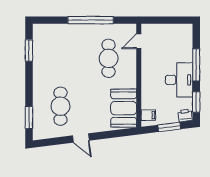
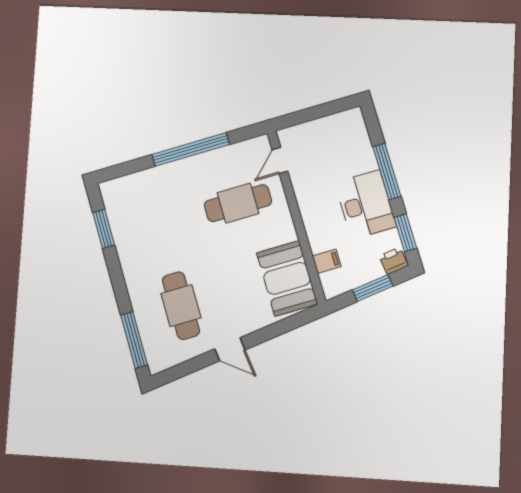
cafe table: (109, 58) -> (238, 203), turned 90
filing cabinet: (148, 115) -> (327, 261), moved
window: (29, 118) -> (134, 340), width x1.44

